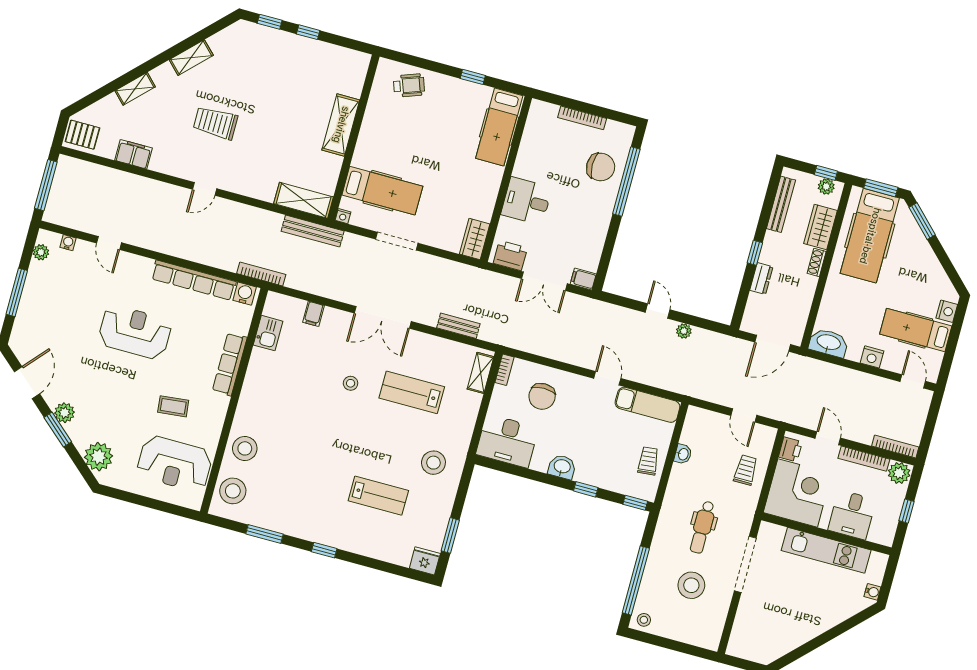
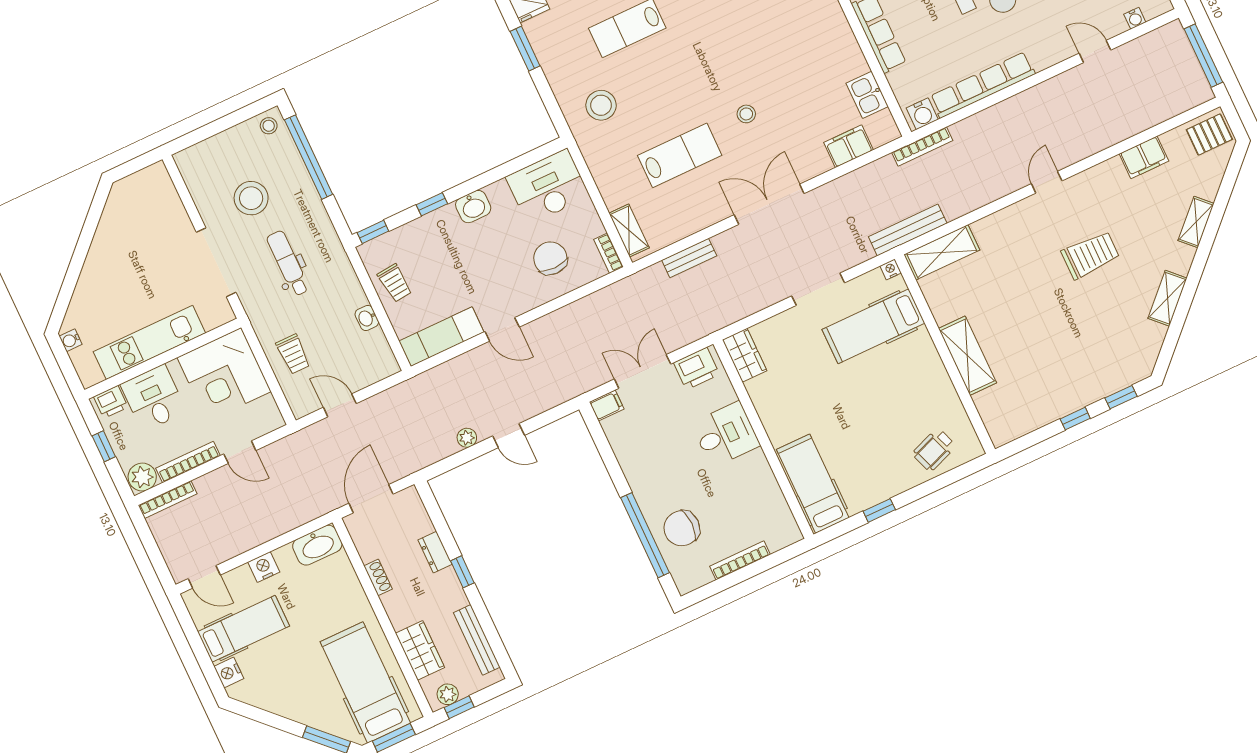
shoe rack: (817, 262) -> (378, 577), moved
filing cabinet: (313, 314) -> (849, 146), width x2.00
printer: (790, 449) -> (111, 402), moved, turned -90

